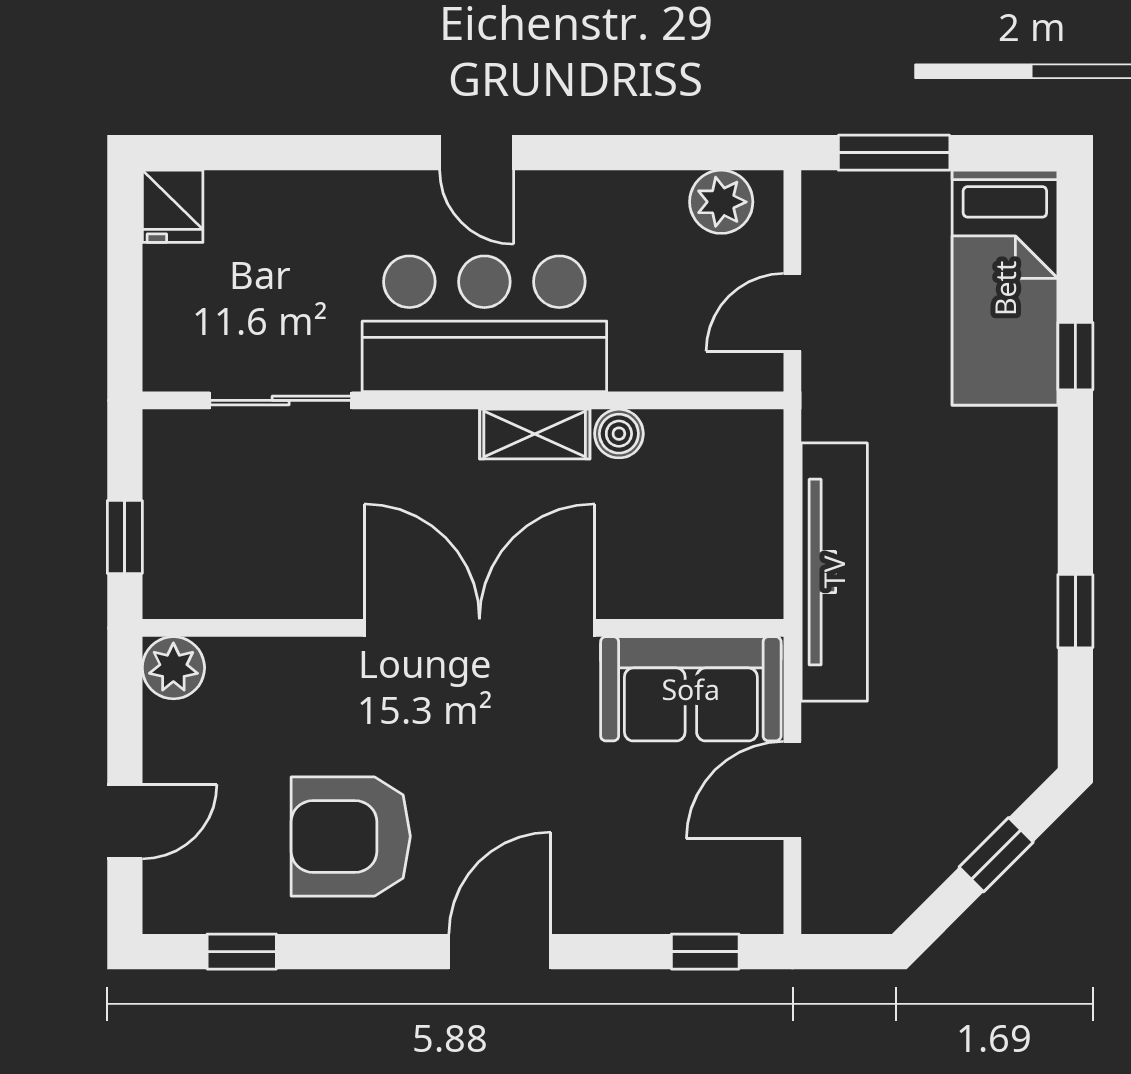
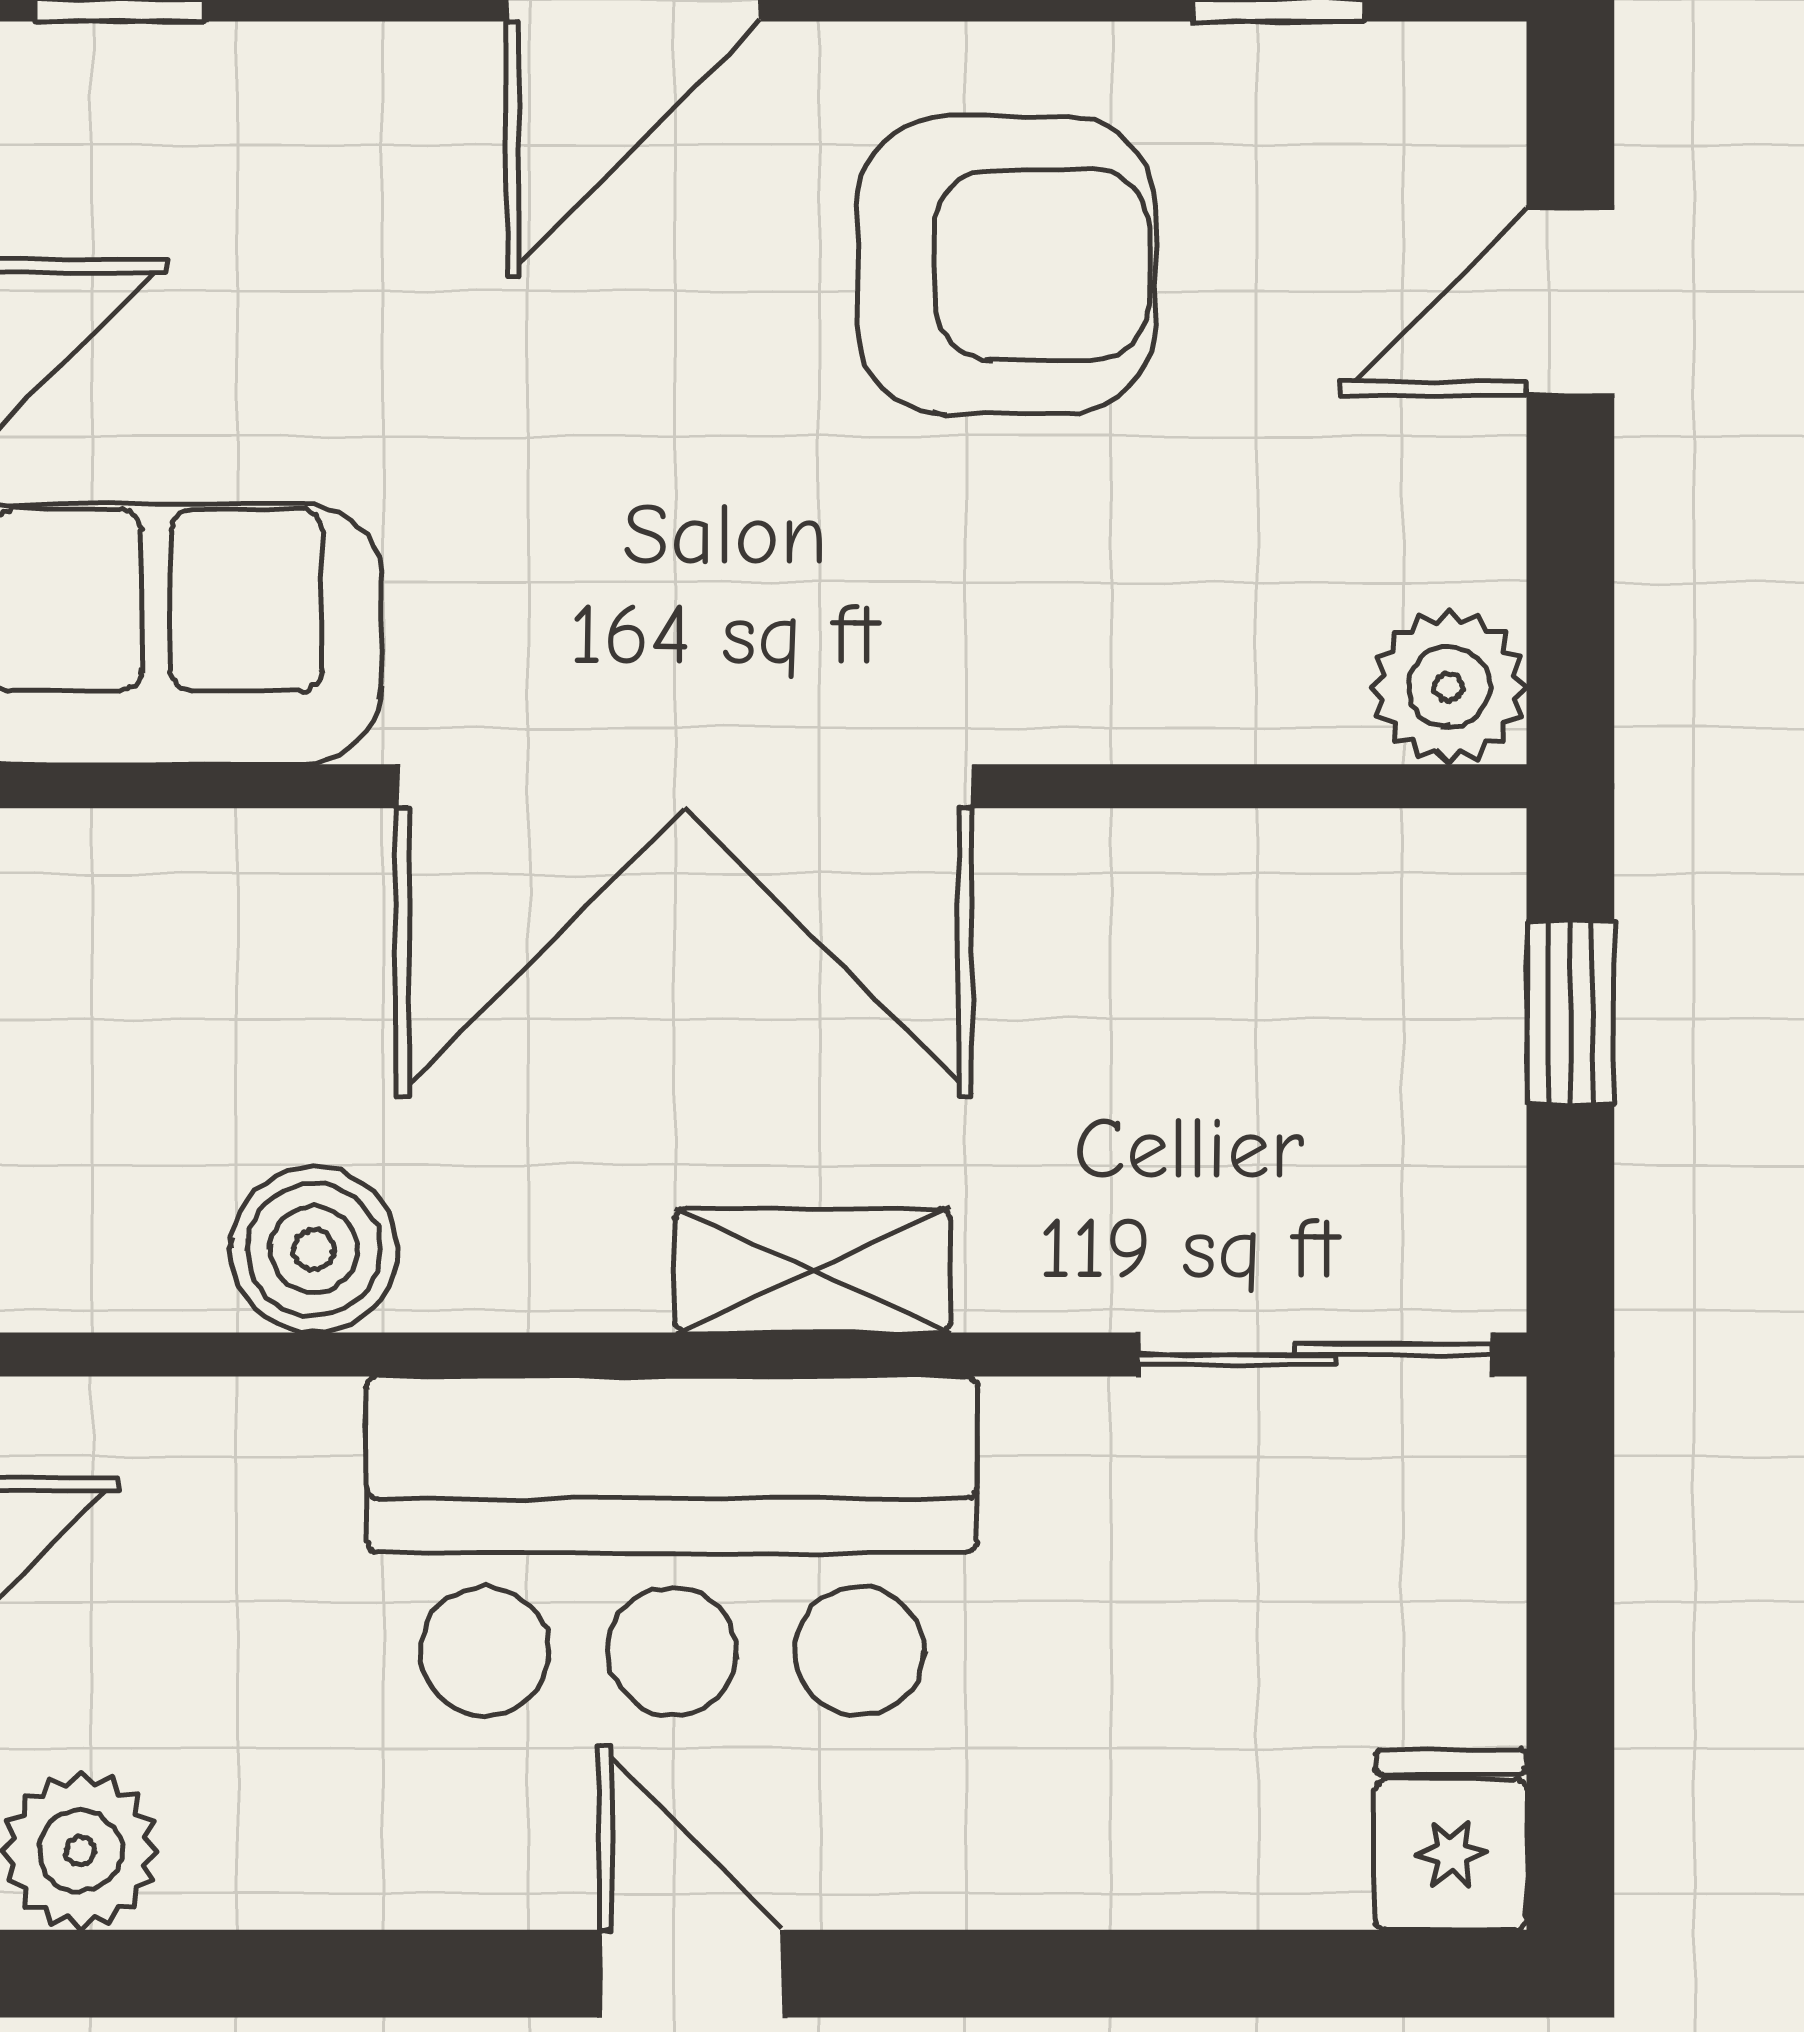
sliding door: (281, 400) -> (1315, 1354), moved
shelving: (535, 434) -> (813, 1271), moved
boiler: (619, 434) -> (314, 1250), width x1.36, depth x1.36

